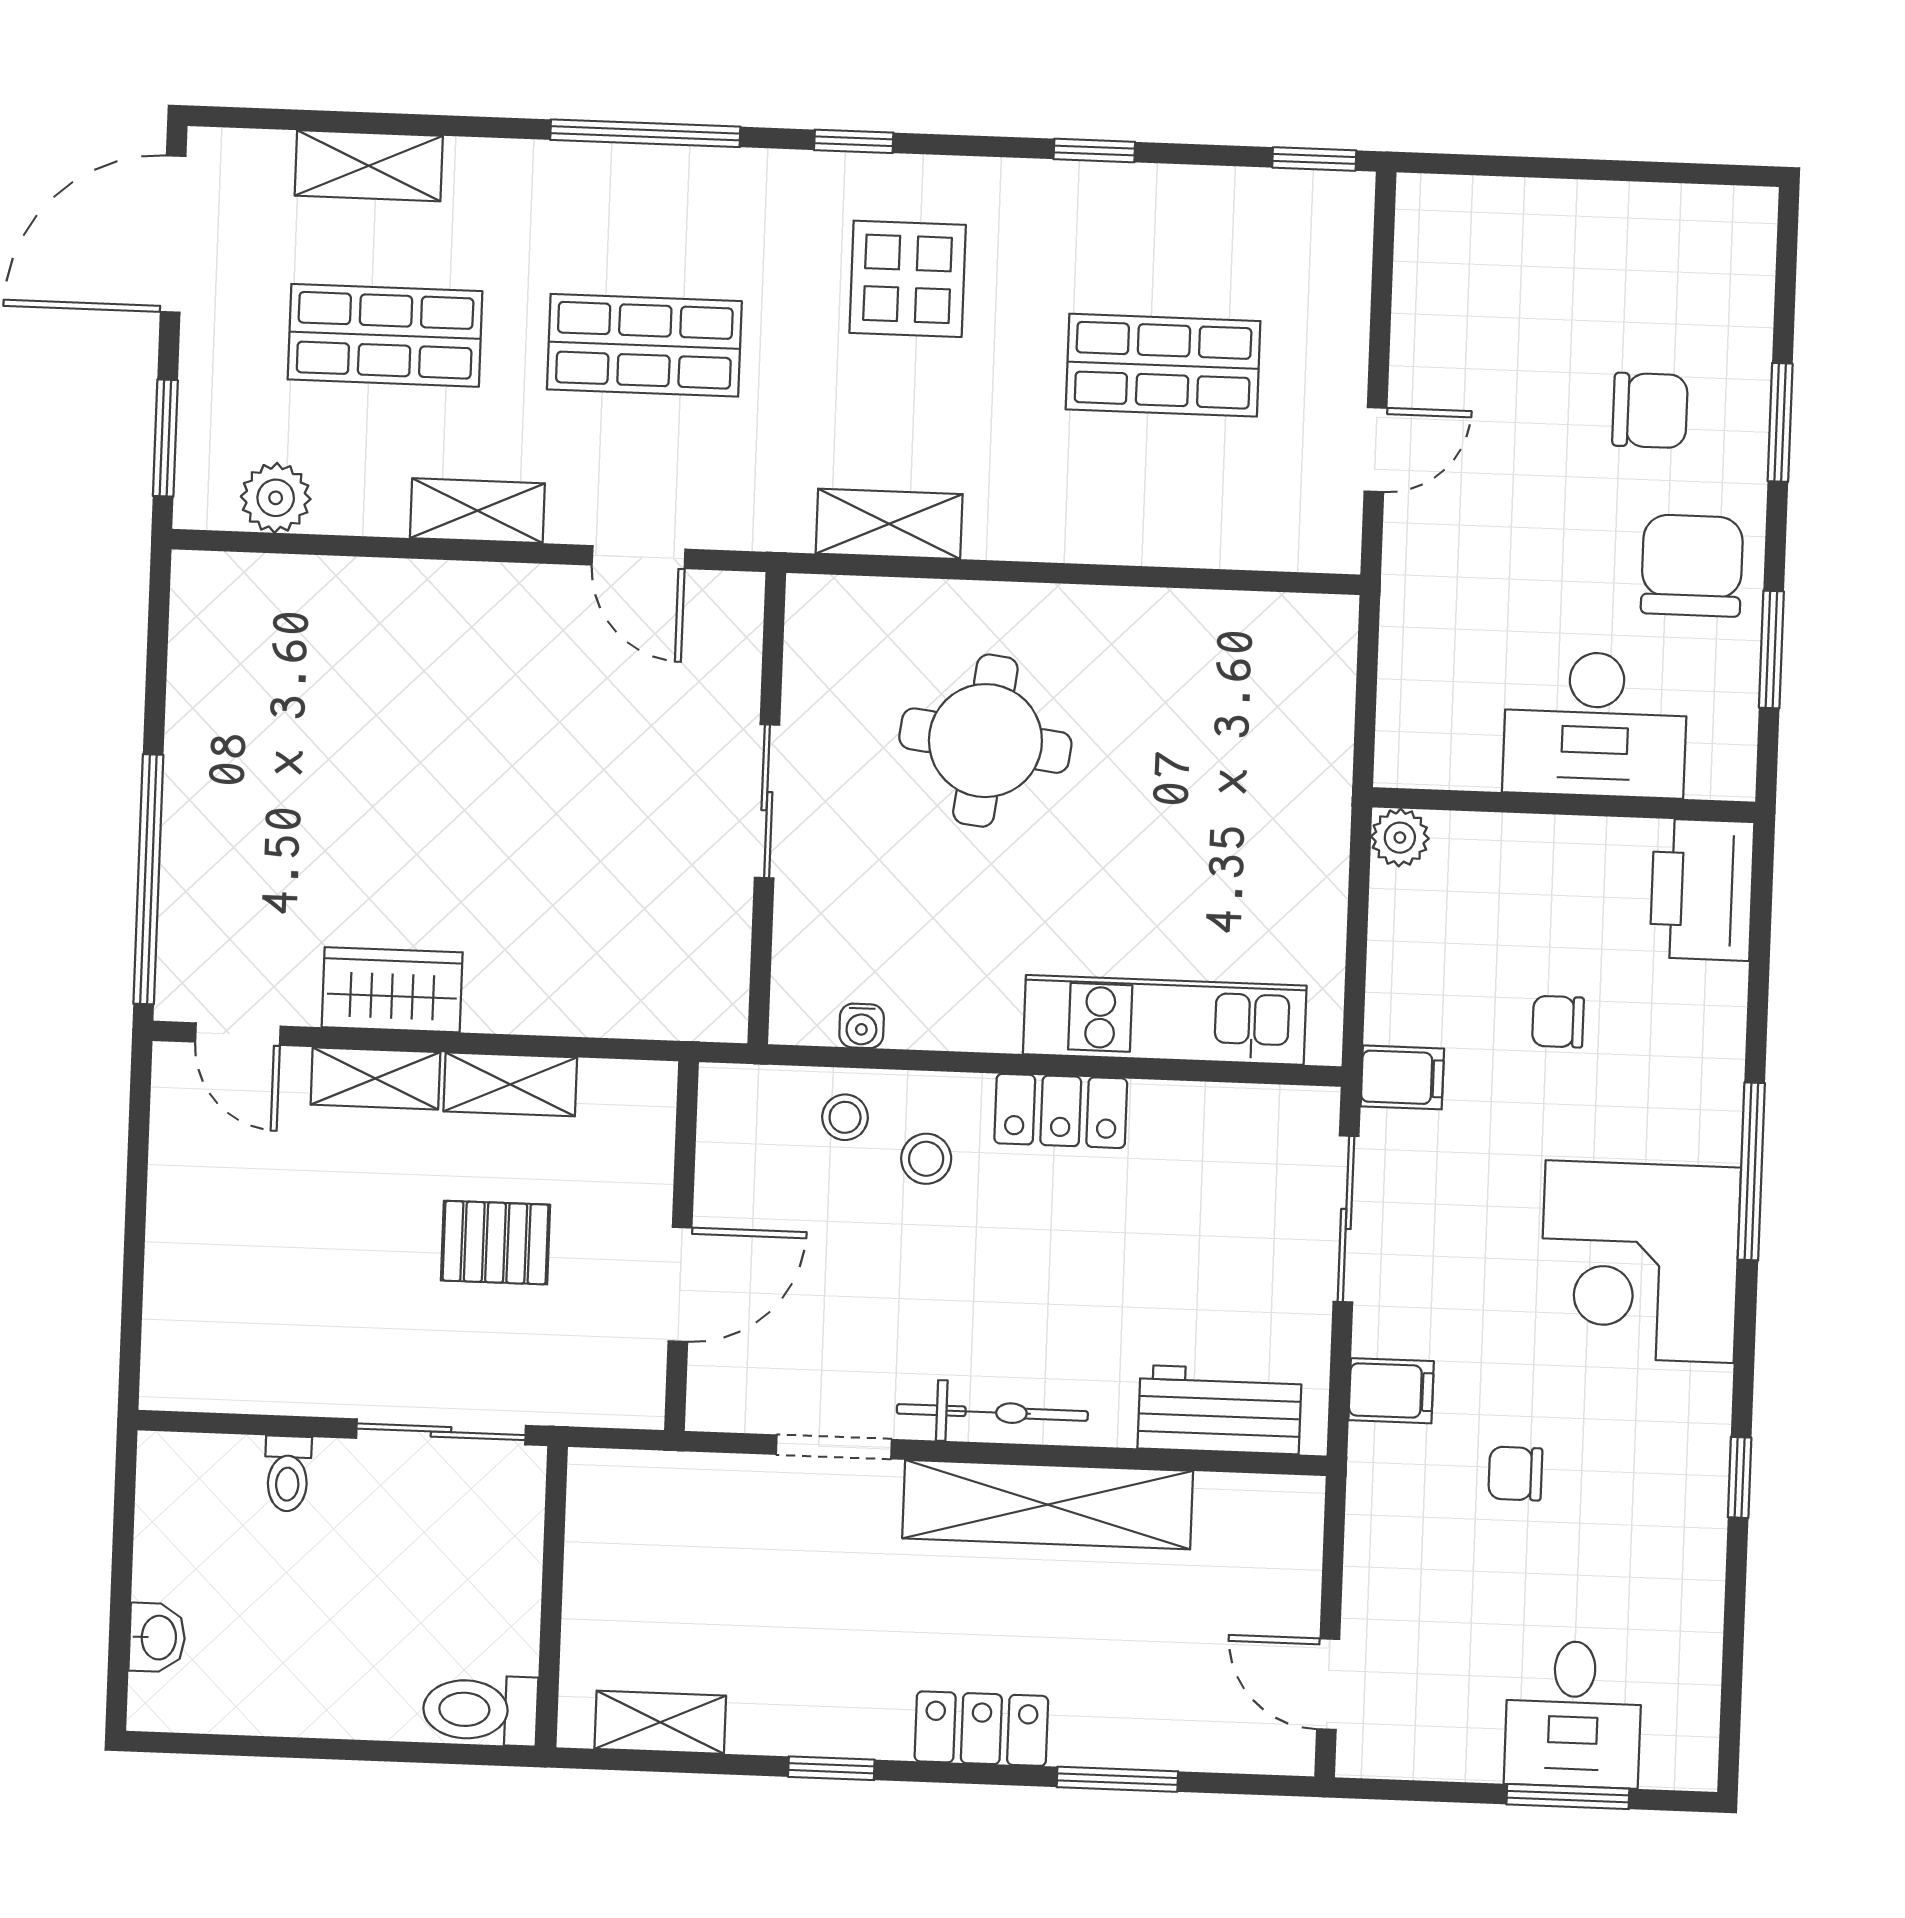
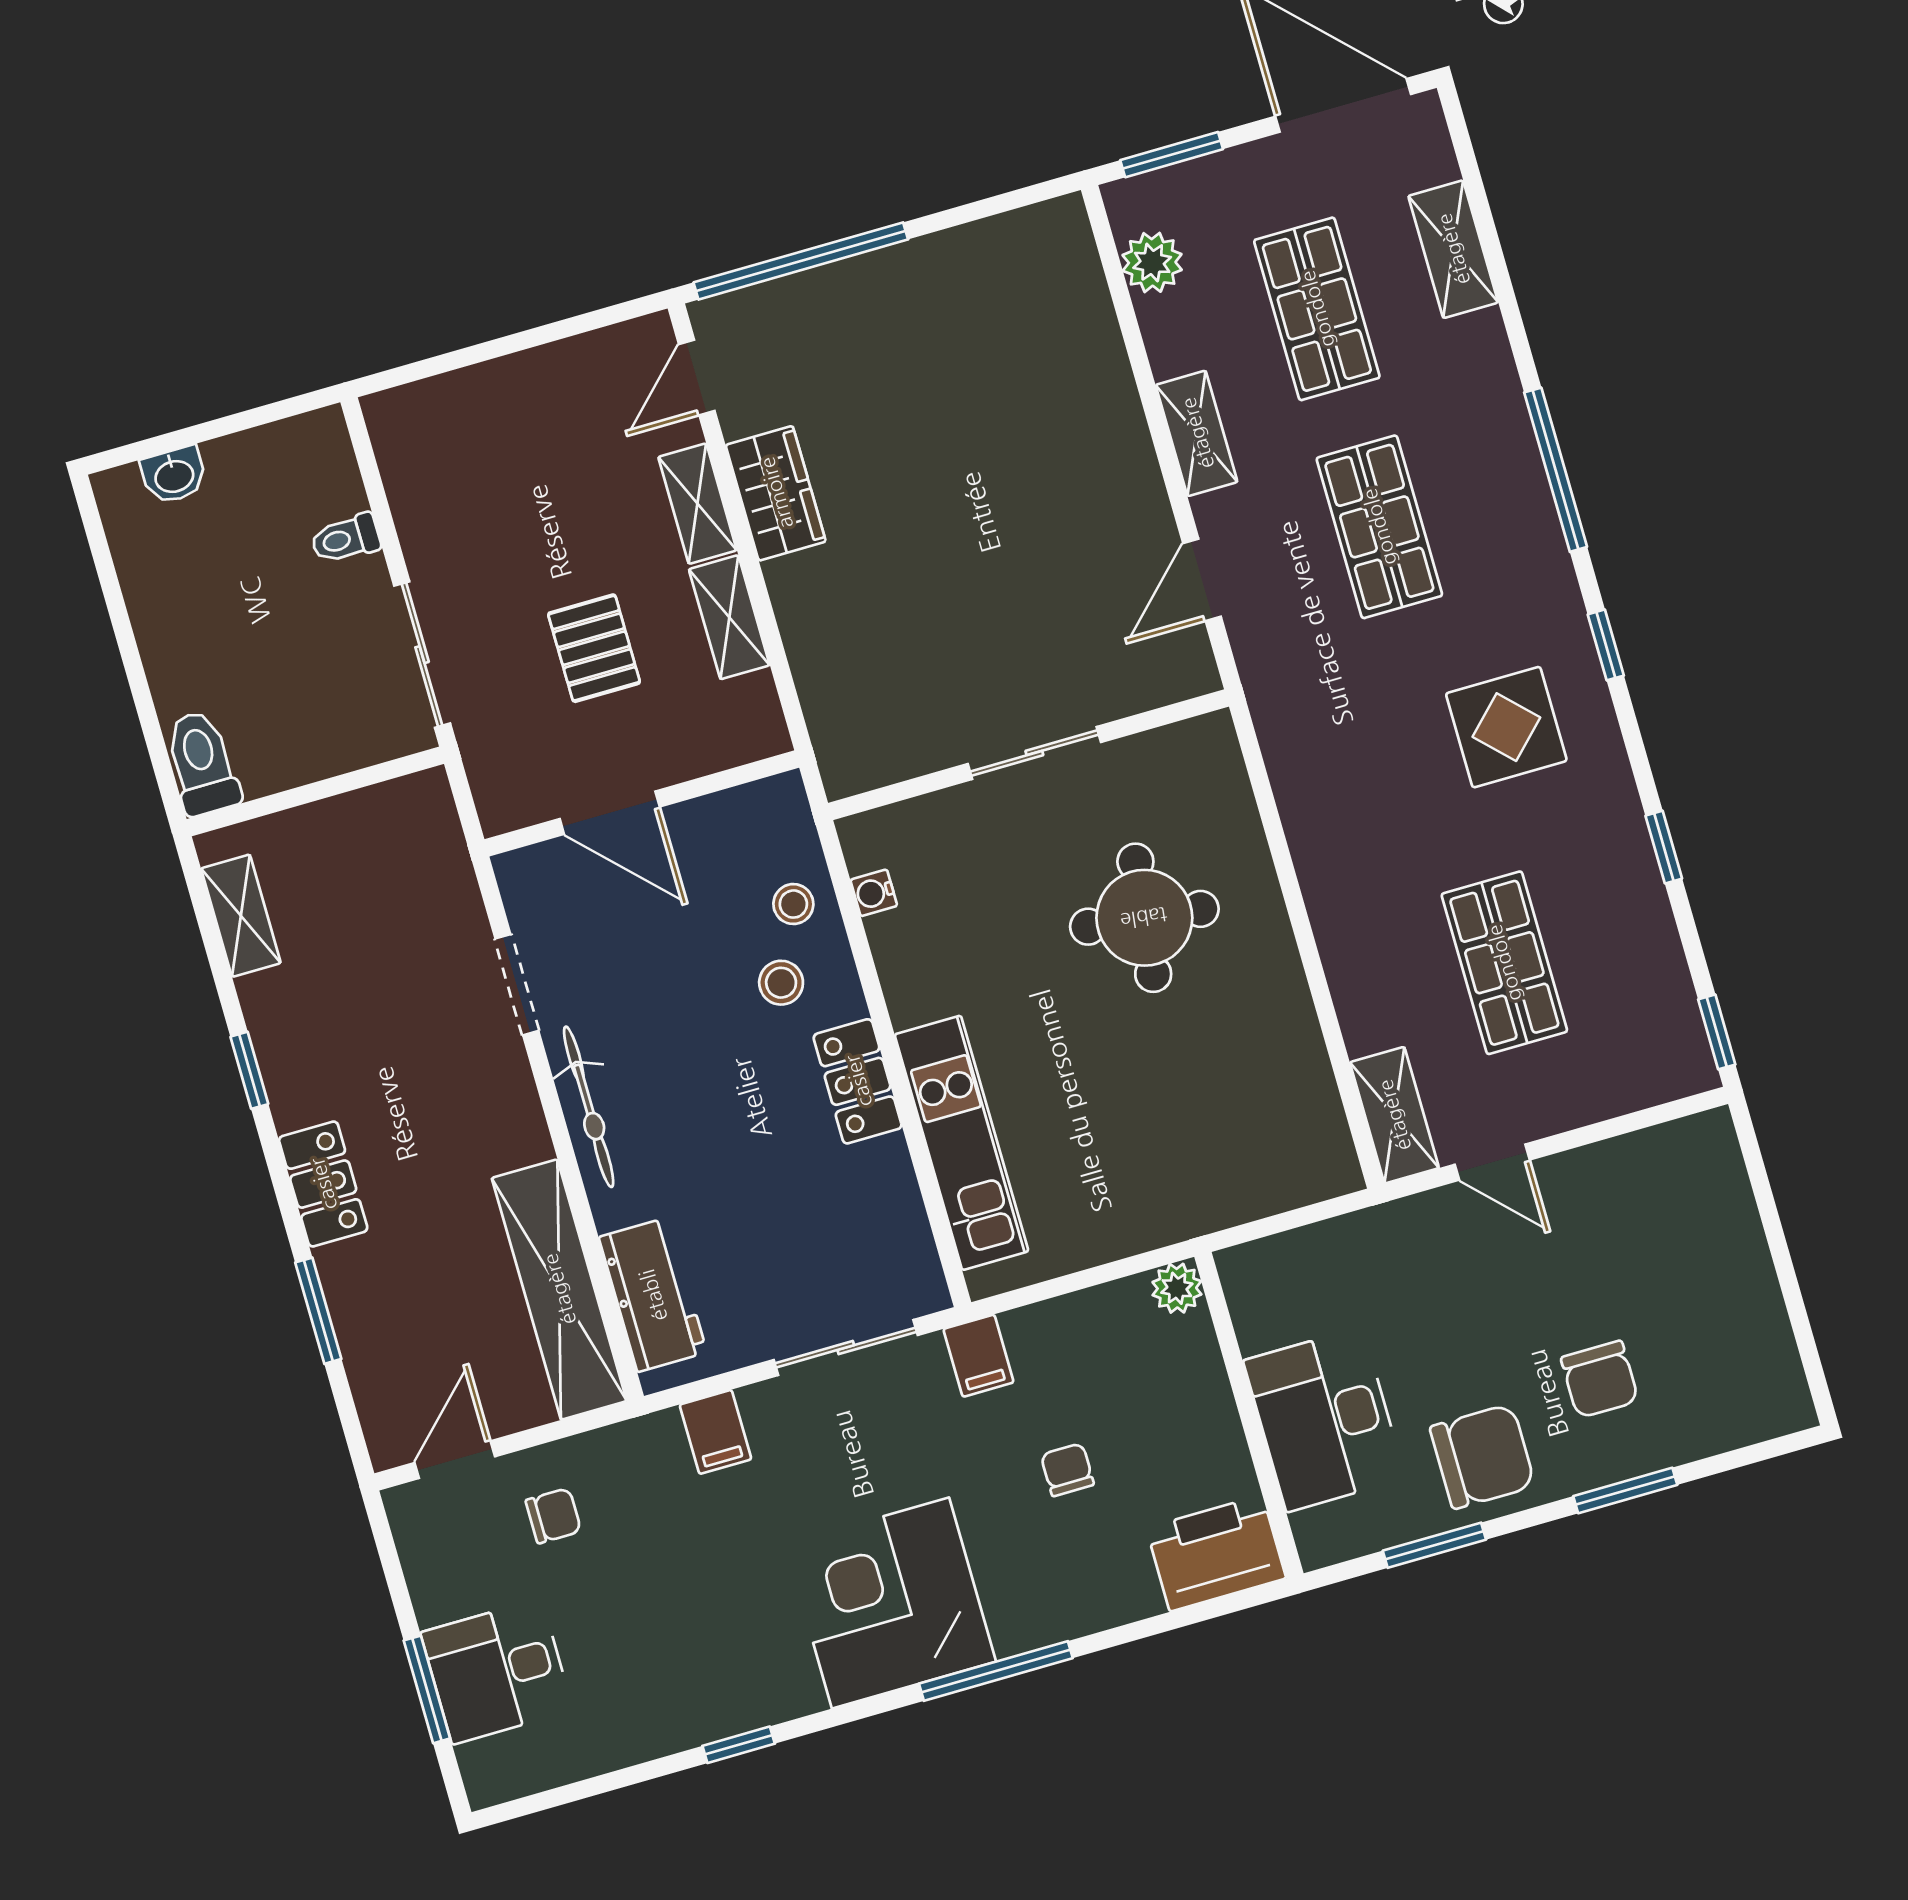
shelving: (889, 524) -> (1394, 1115), moved
chair: (1515, 1474) -> (553, 1516), moved, turned 90
shelving: (1048, 1505) -> (559, 1289), moved

